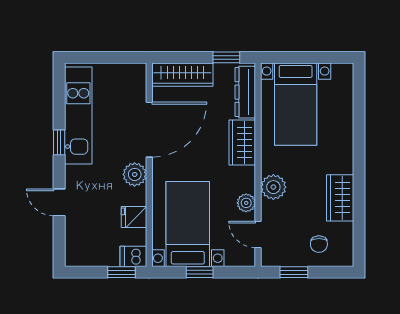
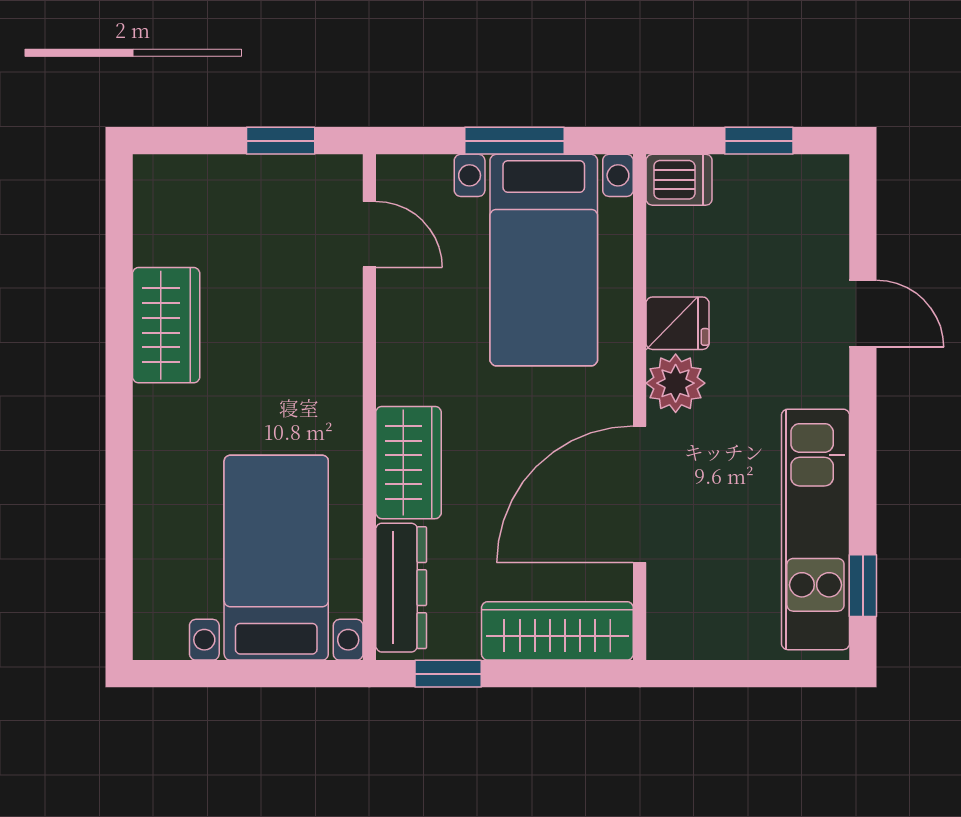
window: (59, 142) -> (863, 586), moved
plant: (273, 187) -> (331, 352), removed
plant: (246, 203) -> (399, 313), removed
fridge: (134, 217) -> (678, 323), moved
chair: (319, 244) -> (218, 210), removed
window: (121, 272) -> (759, 141), moved
window: (200, 272) -> (514, 141), width x1.50

